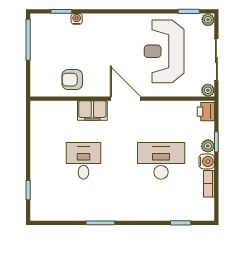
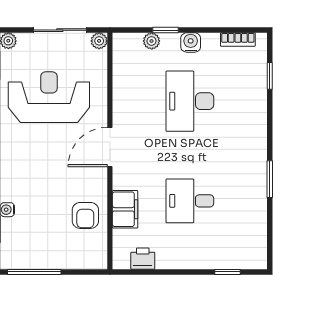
reception desk: (164, 51) -> (49, 97), turned 180
filing cabinet: (92, 110) -> (125, 209), moved
printer: (206, 112) -> (143, 259), moved, turned 180
plant: (208, 146) -> (152, 41), moved
bookcase: (209, 184) -> (238, 40), moved

